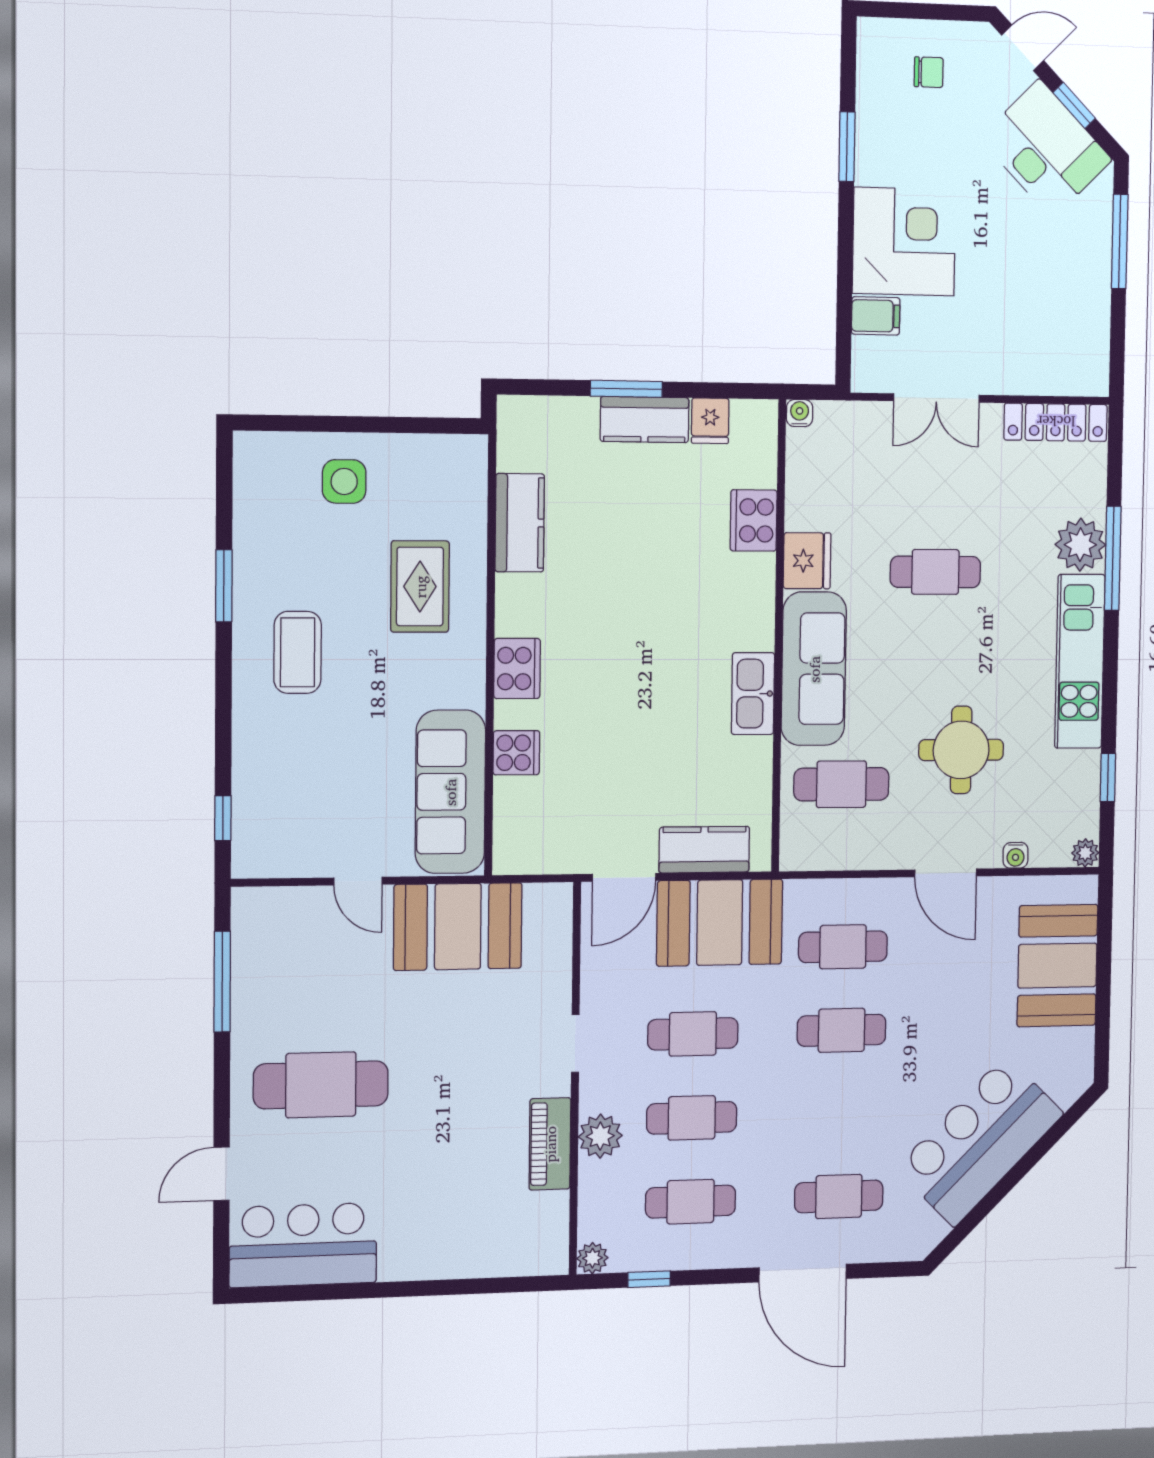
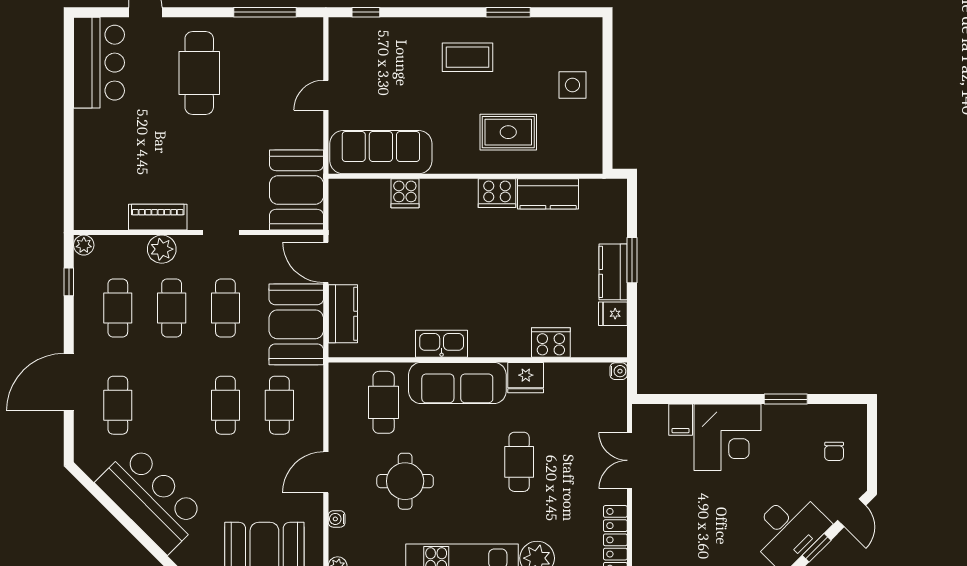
cooker: (517, 669) -> (497, 193), moved
booth: (458, 927) -> (297, 190), moved

